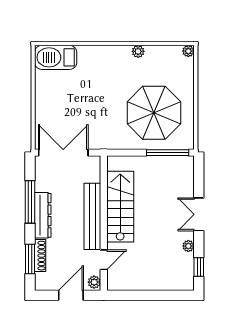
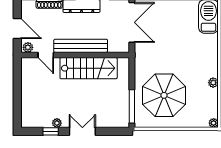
window: (199, 267) -> (51, 131), moved

